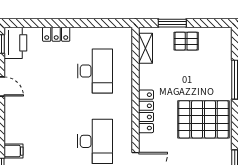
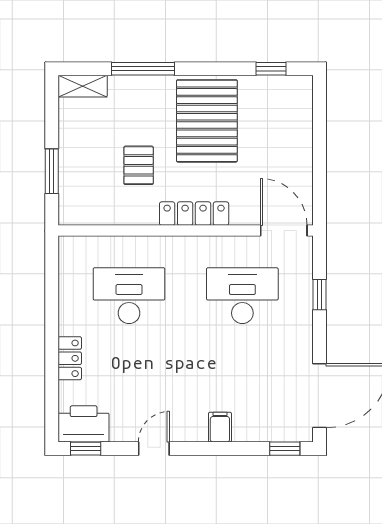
pallet: (186, 41) -> (139, 165), moved
shelving: (145, 48) -> (83, 86), moved
filing cabinet: (13, 151) -> (220, 427), moved

